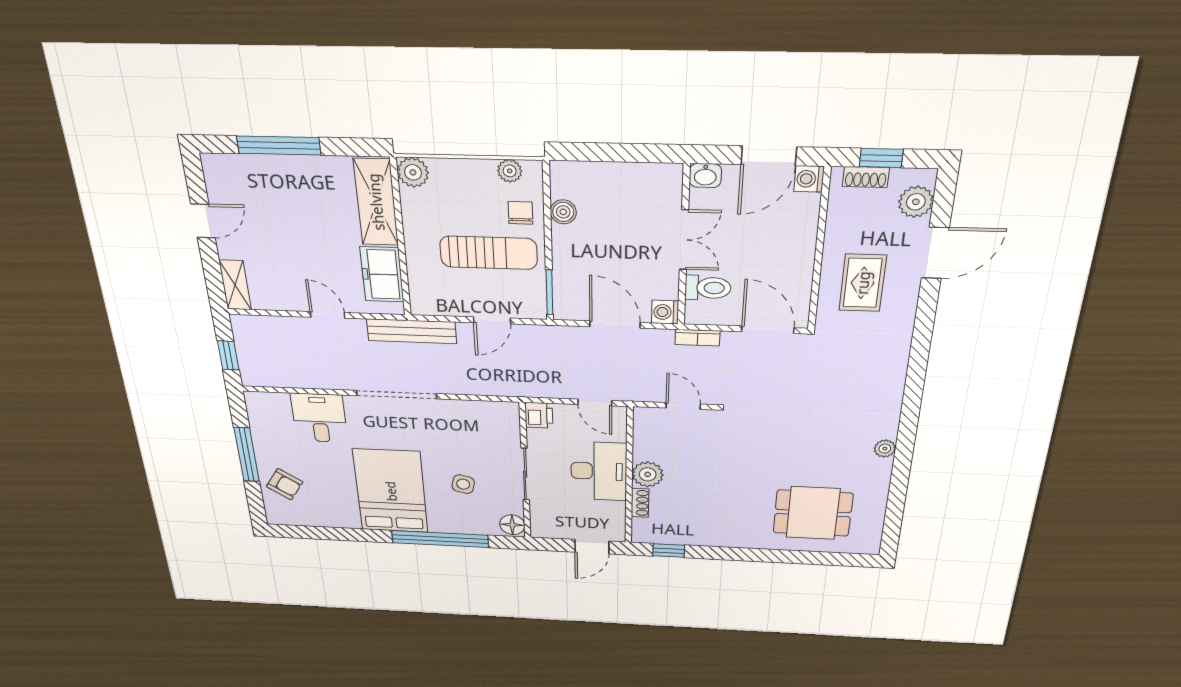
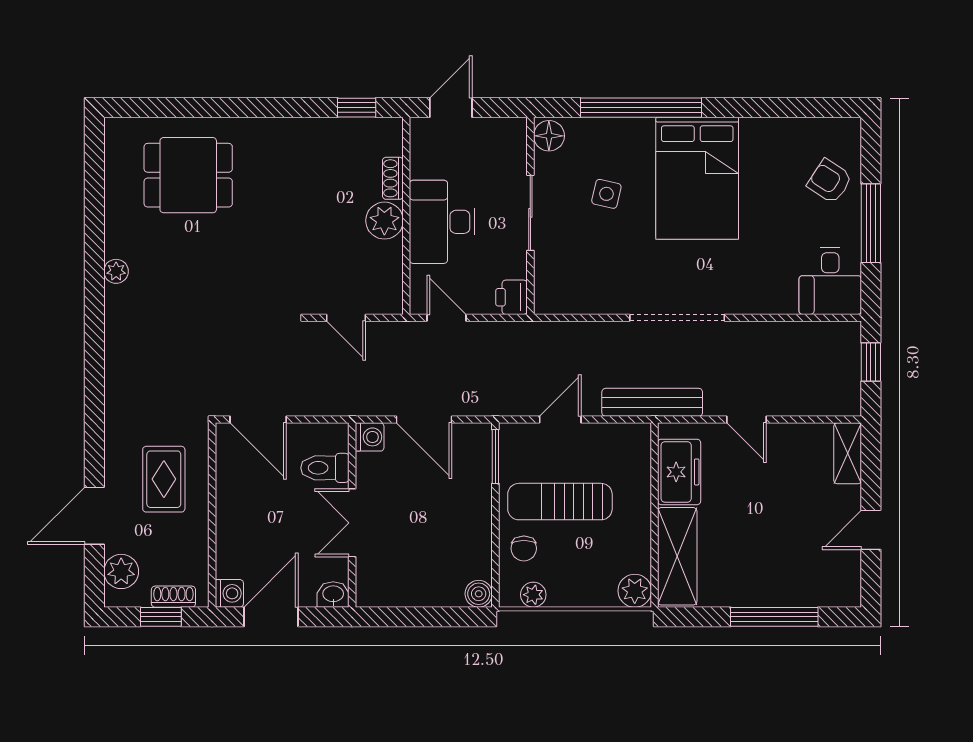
boiler: (563, 212) -> (479, 594), moved
bookcase: (697, 338) -> (334, 407), removed
desk: (319, 418) -> (830, 281), moved

